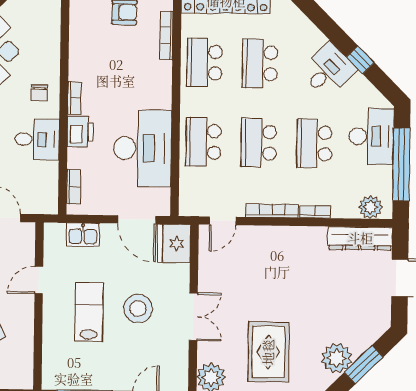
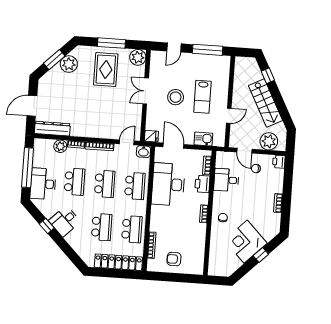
printer: (80, 132) -> (202, 184), moved
desk: (37, 139) -> (226, 180), moved
washbasin: (191, 206) -> (143, 152), added
plant: (370, 207) -> (60, 146), moved
fridge: (174, 244) -> (151, 136), width x0.53, depth x0.75

